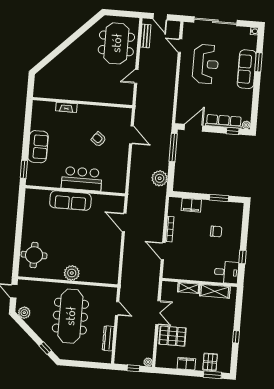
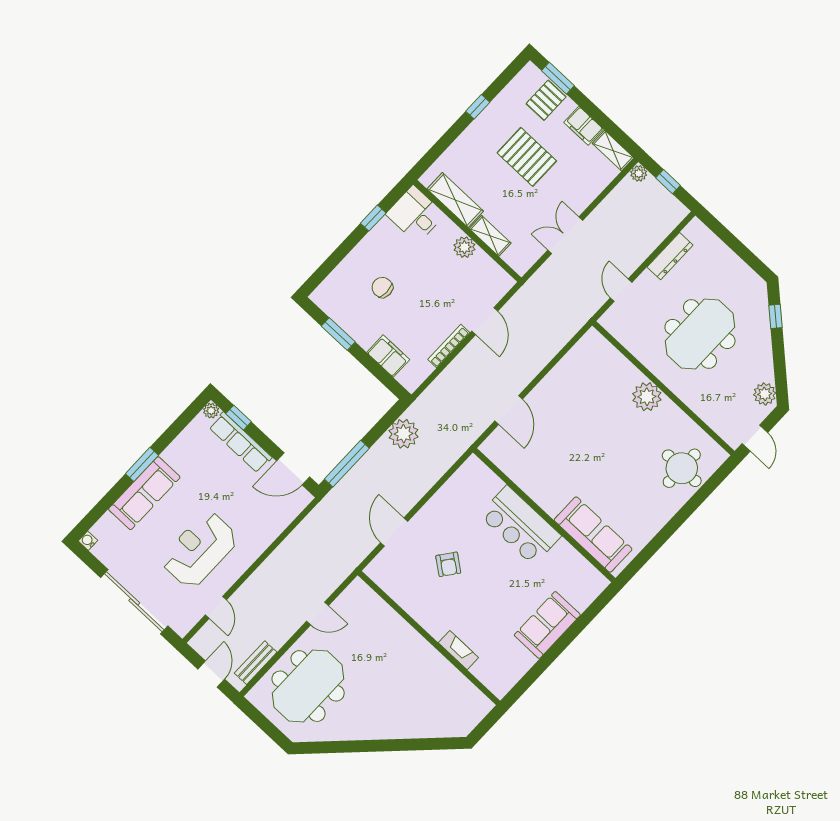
window: (259, 62) -> (142, 464), moved
window: (24, 169) -> (595, 608), removed
sofa: (70, 201) -> (593, 535), moved
plant: (196, 275) -> (464, 247), added
meeting table: (70, 316) -> (700, 334), width x0.73
pallet: (172, 336) -> (527, 157), moved
shelving: (166, 363) -> (613, 151), added

